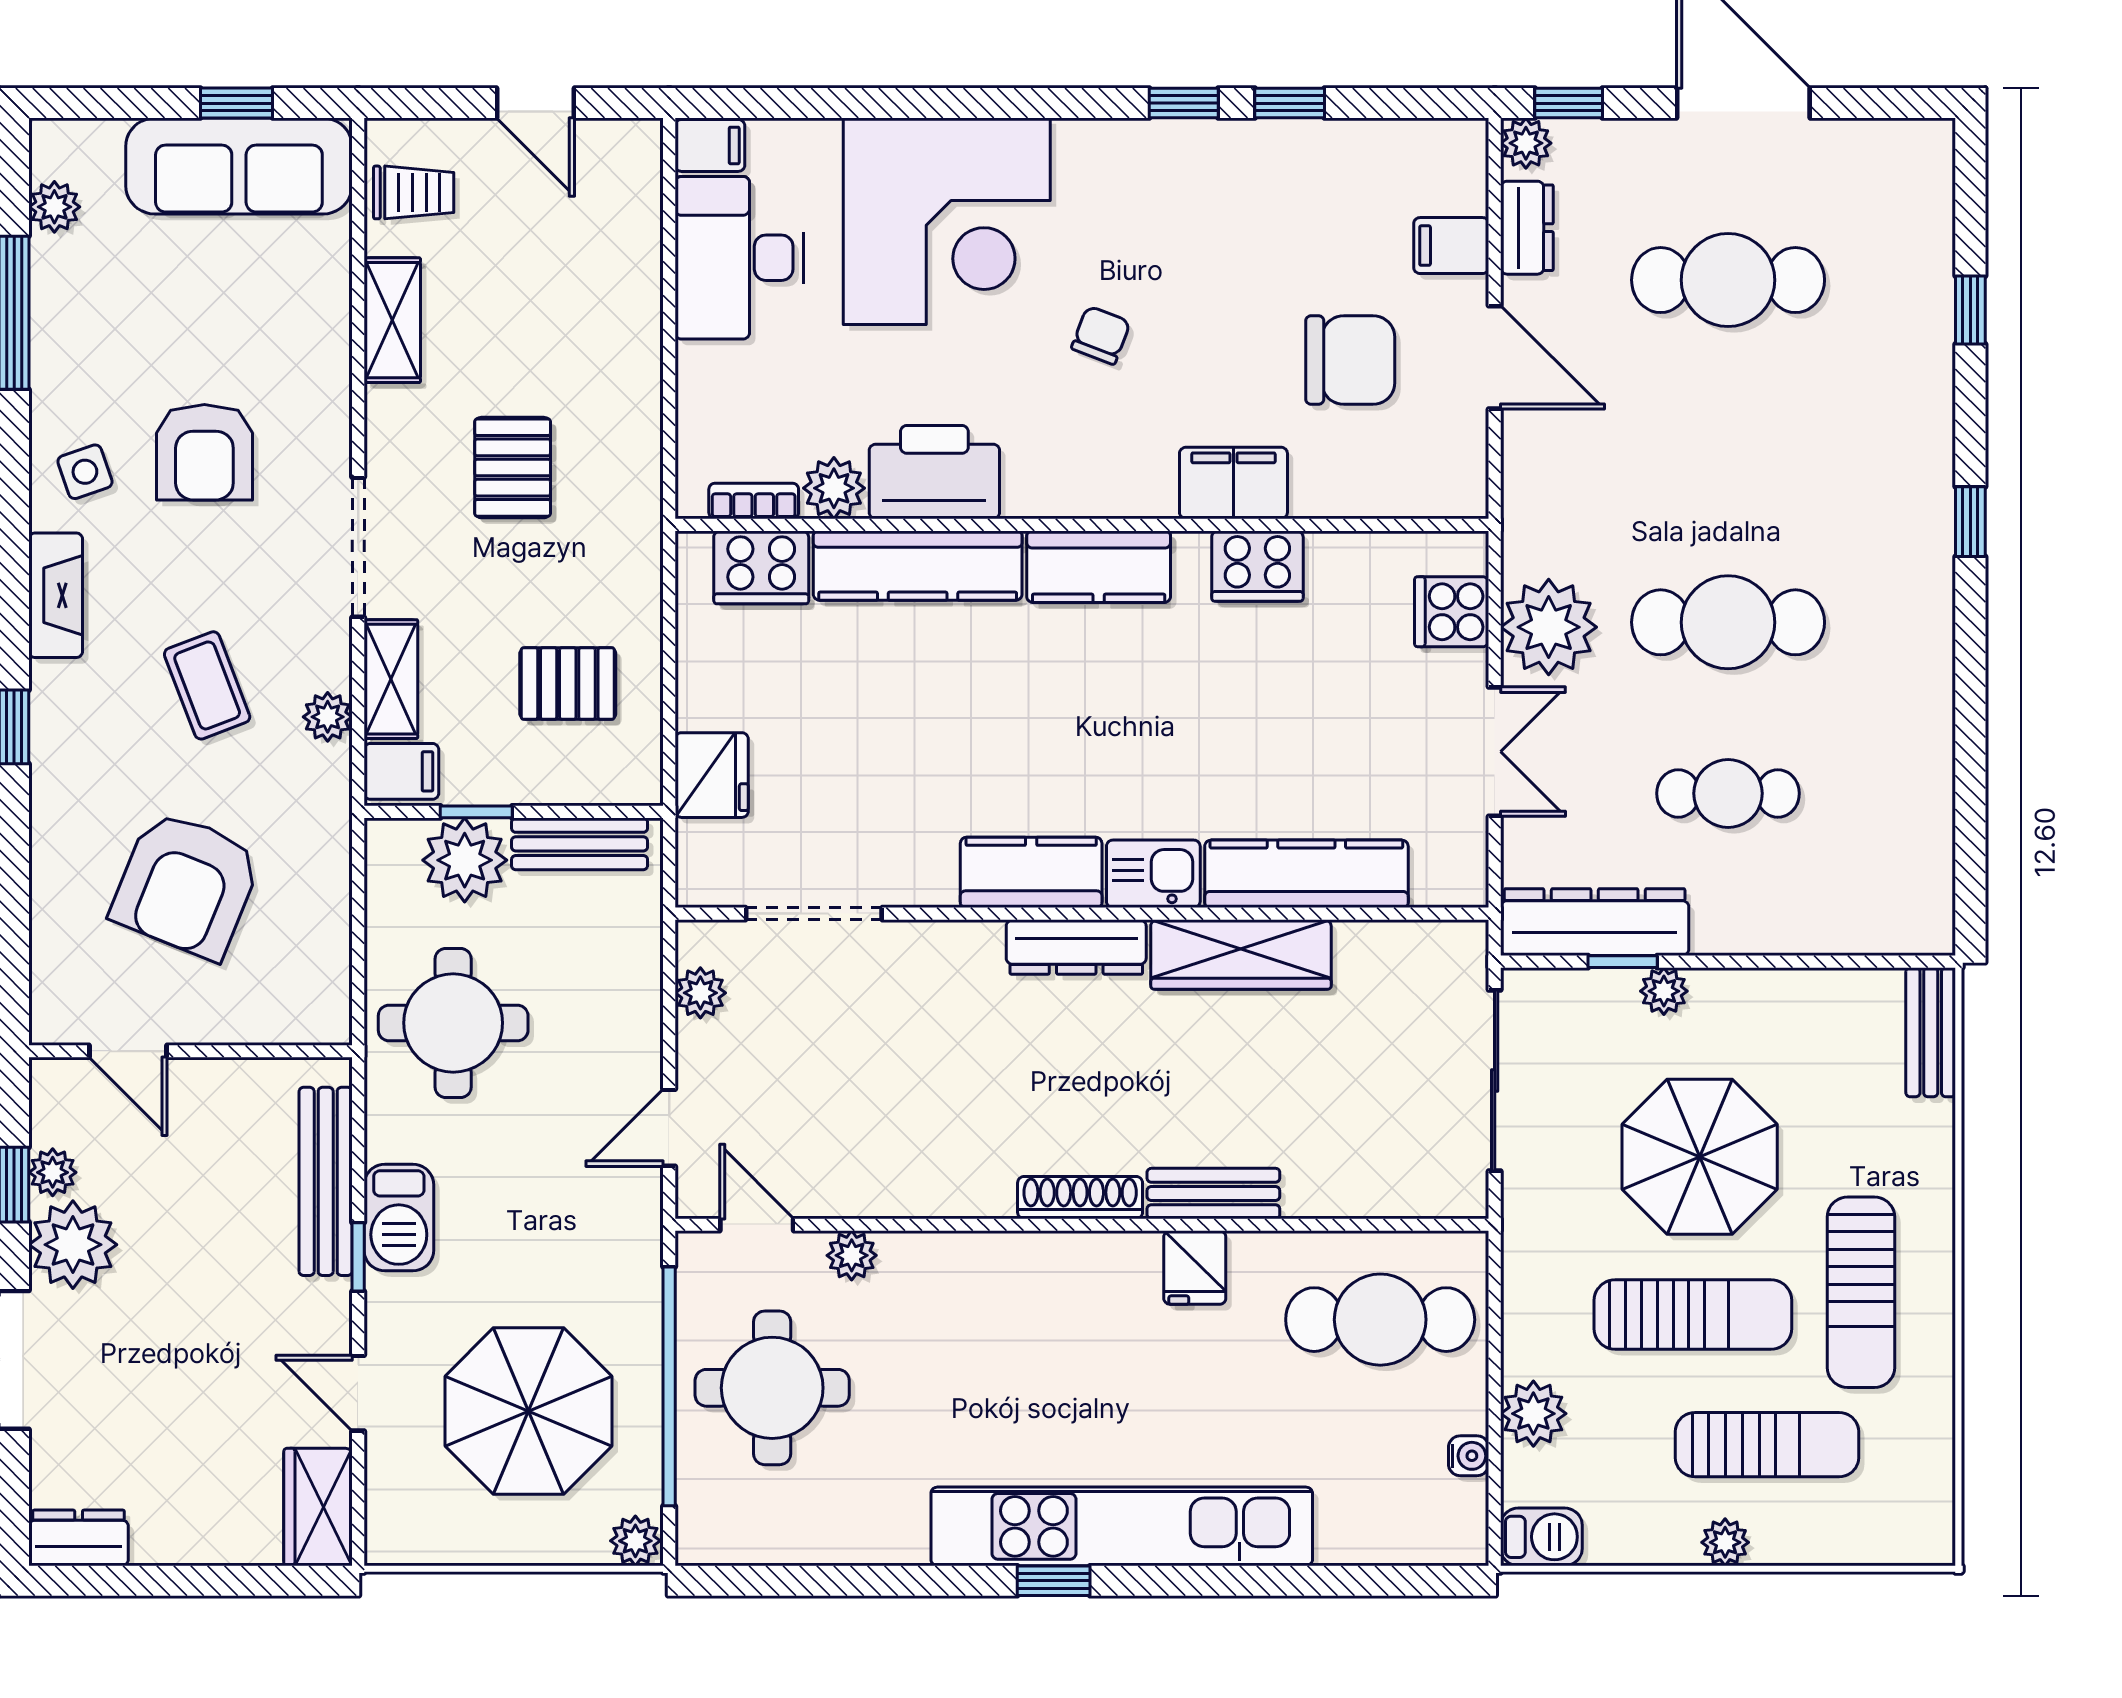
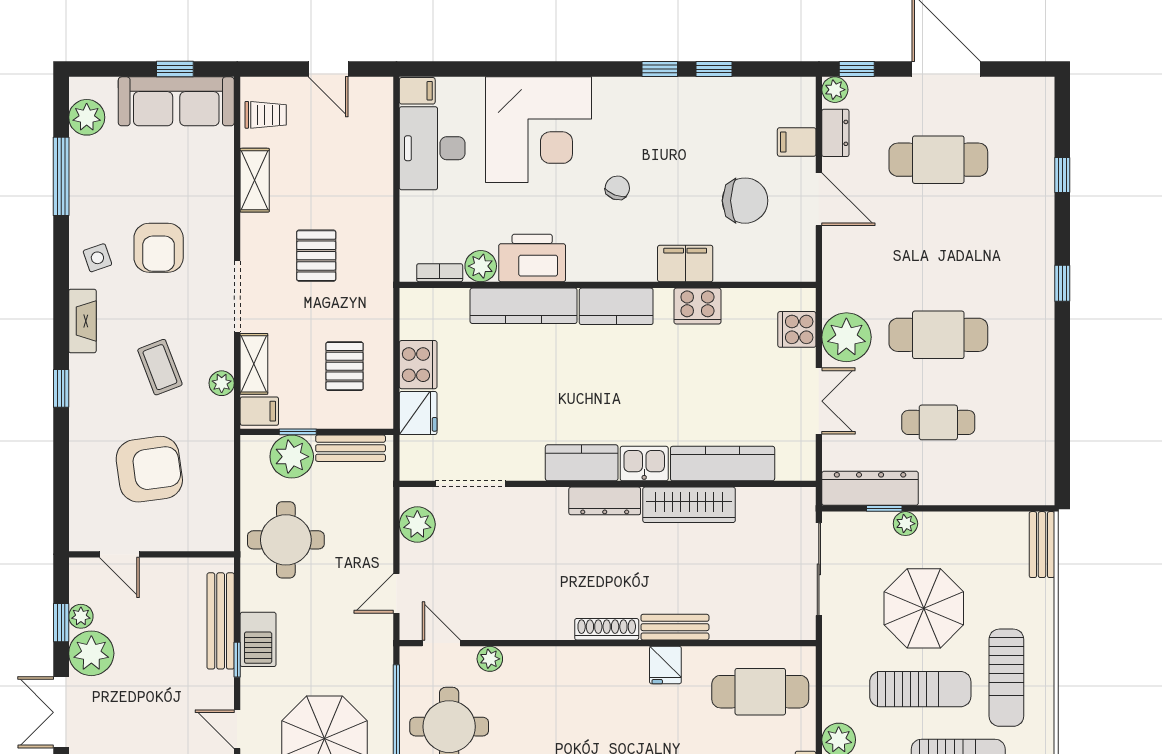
plant: (54, 207) -> (87, 117), width x1.38, depth x1.38
cooker: (761, 567) -> (418, 365), moved, turned -90
pallet: (568, 684) -> (345, 366), turned 90
armchair: (186, 885) -> (149, 469), turned -120
plant: (700, 993) -> (417, 524), width x1.38, depth x1.38

